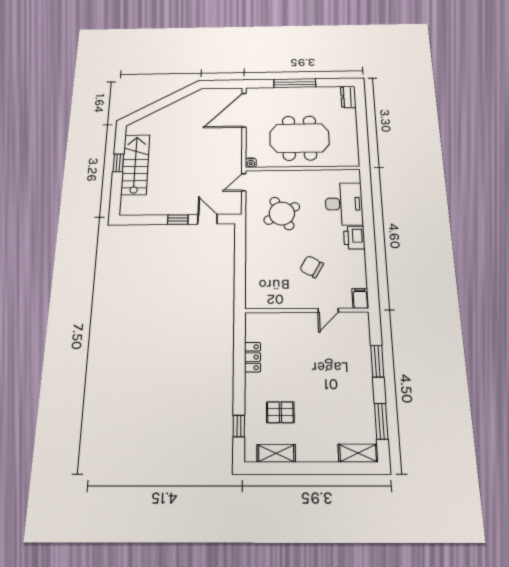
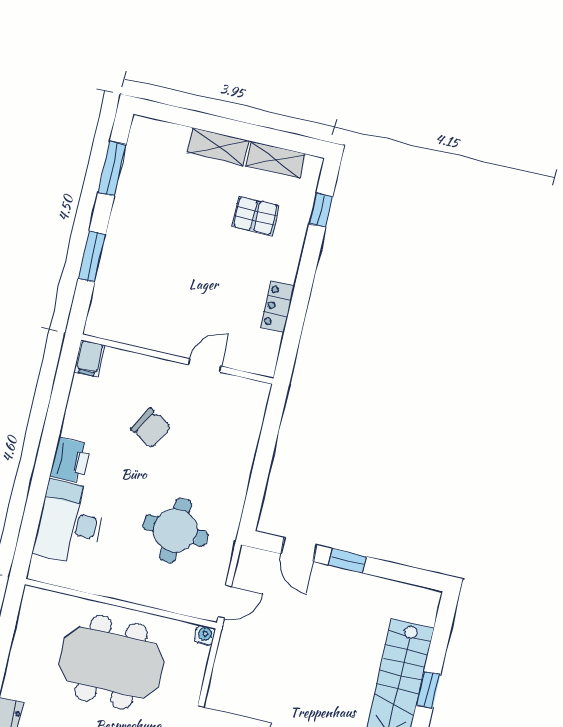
round table: (282, 213) -> (175, 530), turned 32
door: (328, 310) -> (205, 365), moved
shelving: (358, 453) -> (218, 147), moved

